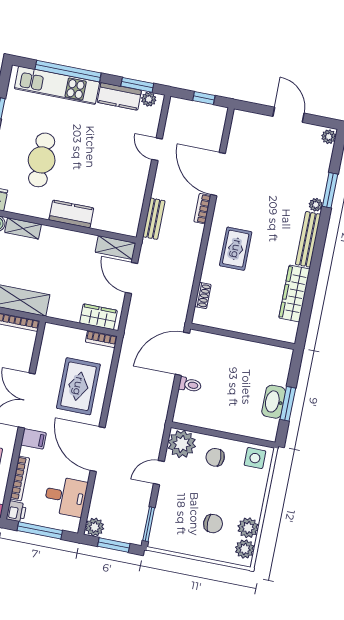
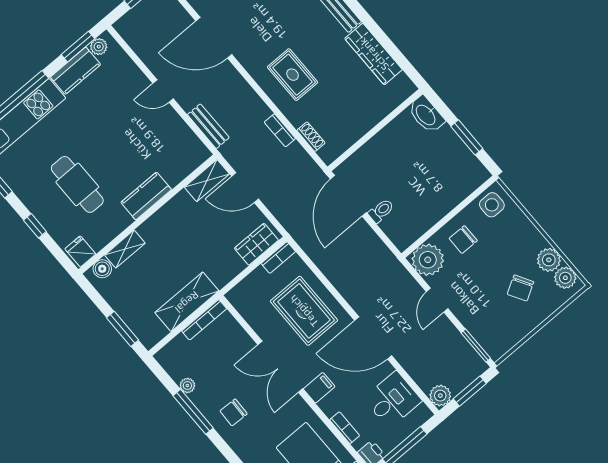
door: (157, 149) -> (163, 91), moved
bookcase: (202, 209) -> (280, 130), moved
washbasin: (274, 402) -> (426, 115), moved
bookcase: (20, 478) -> (345, 428), width x0.64
chair: (213, 524) -> (520, 288), turned 150

